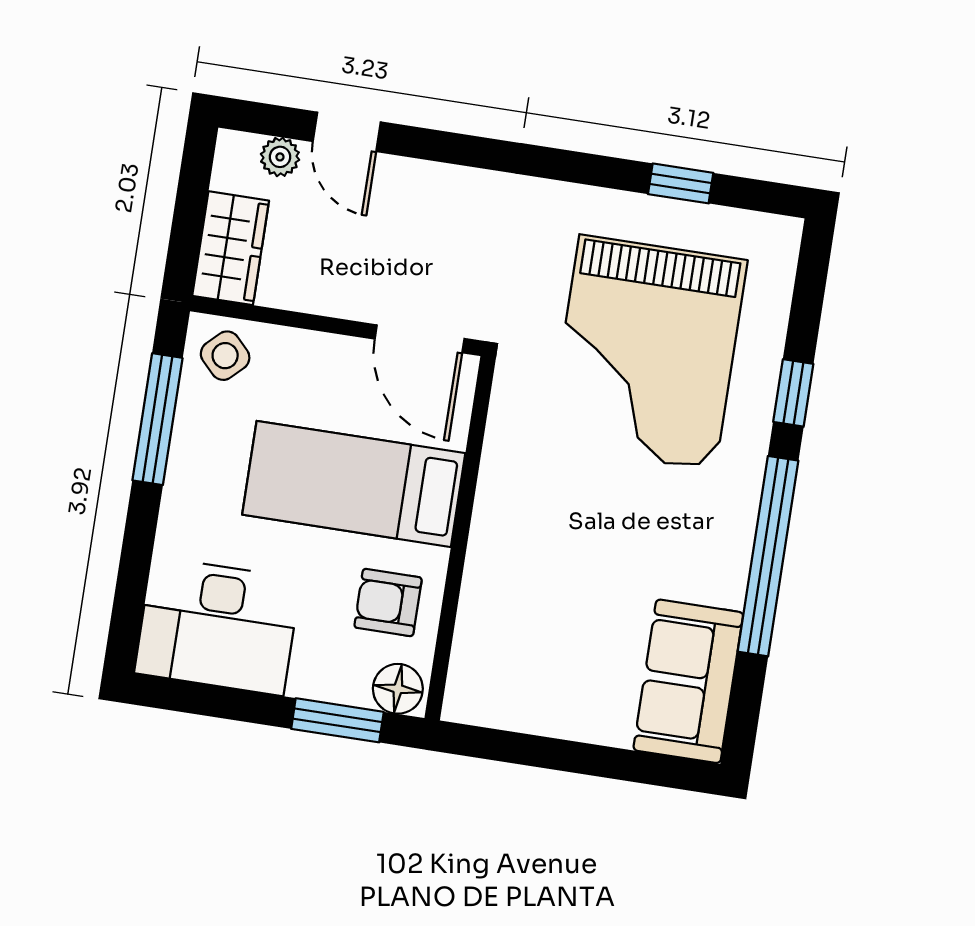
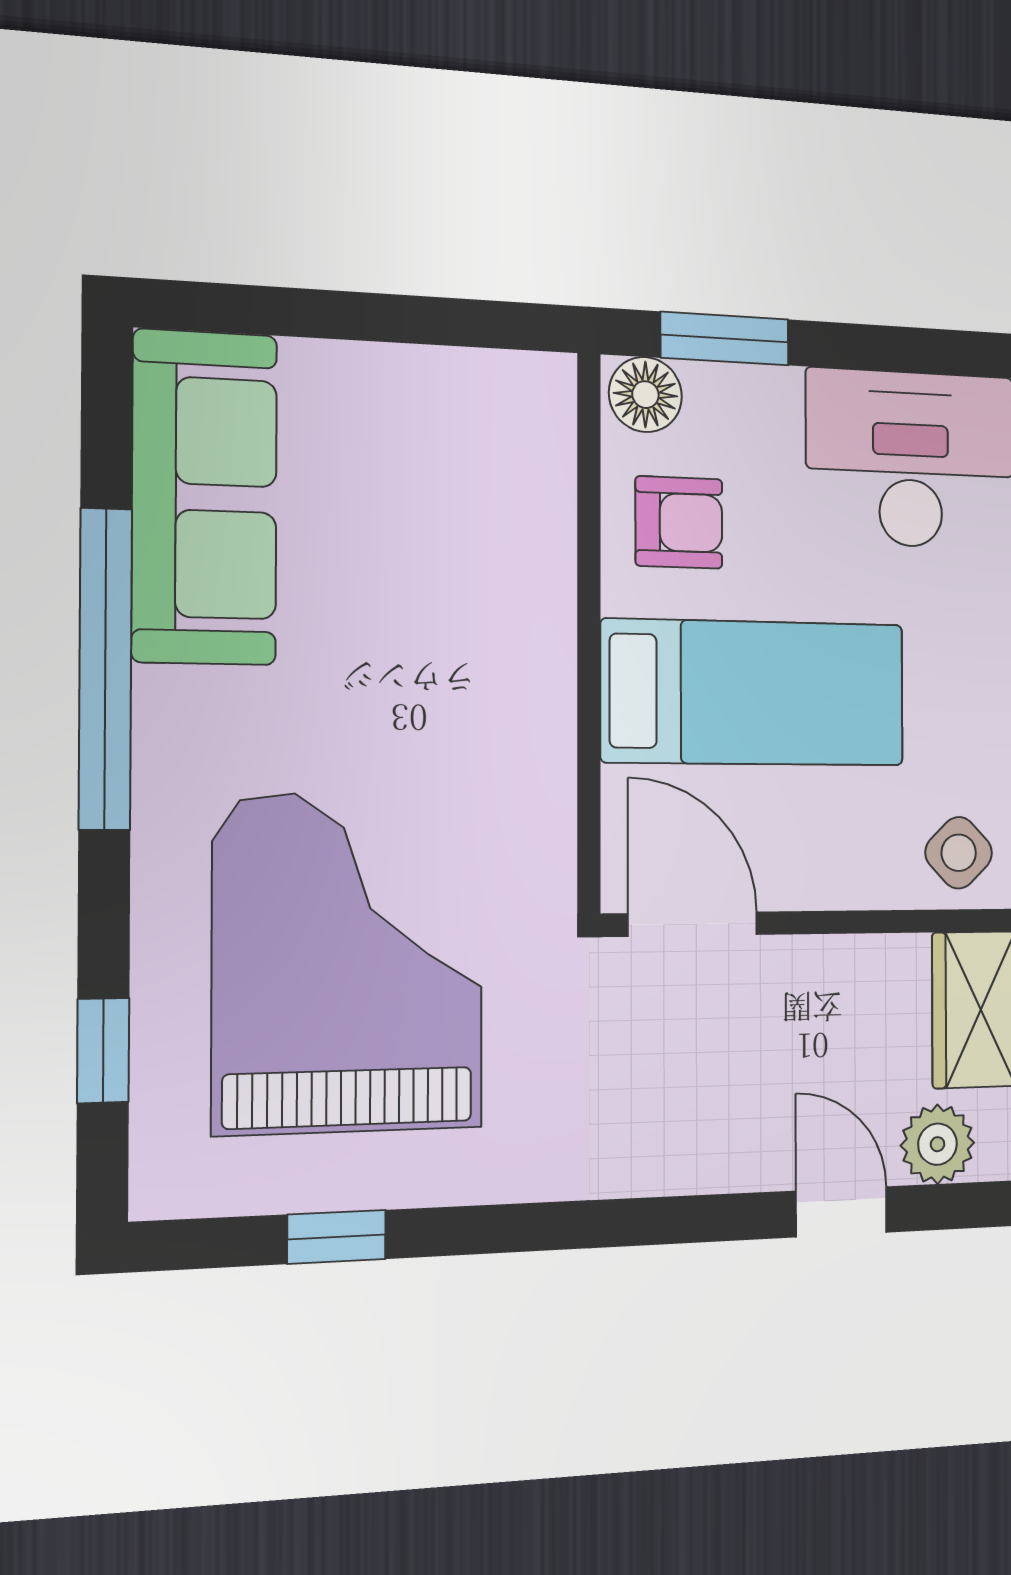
plant: (280, 157) -> (937, 1144), width x1.38, depth x1.38
window: (793, 393) -> (103, 1051), moved
sofa: (688, 681) -> (205, 498), width x1.36

